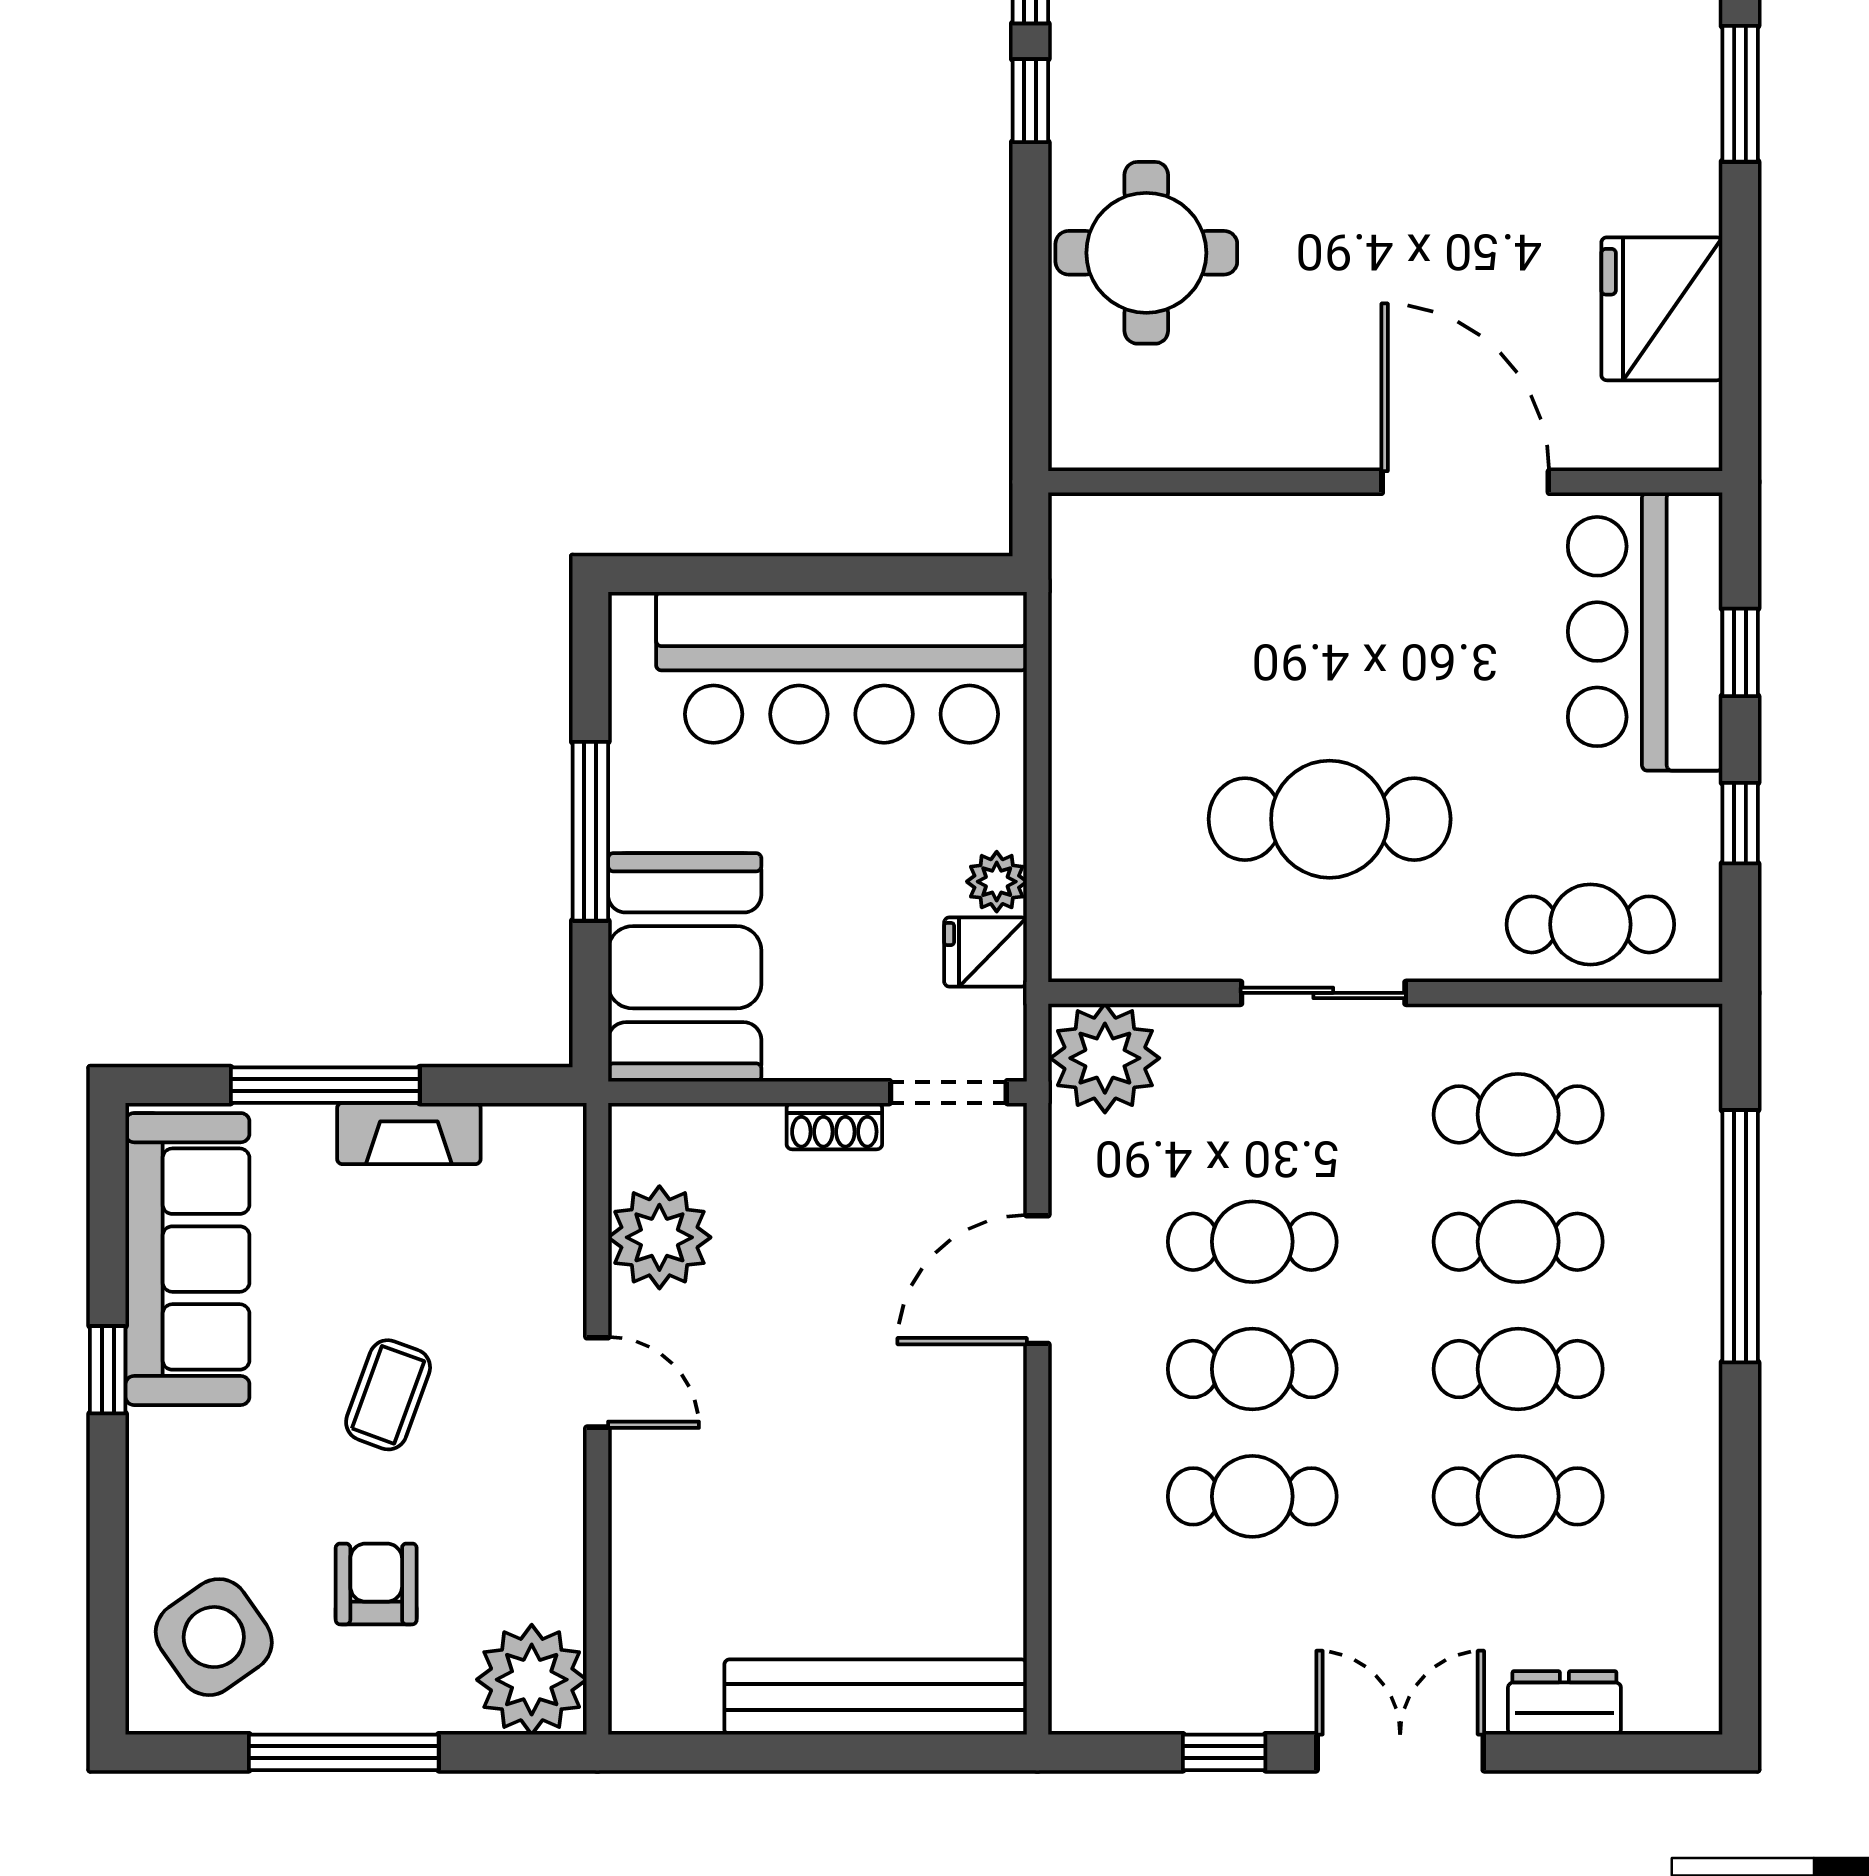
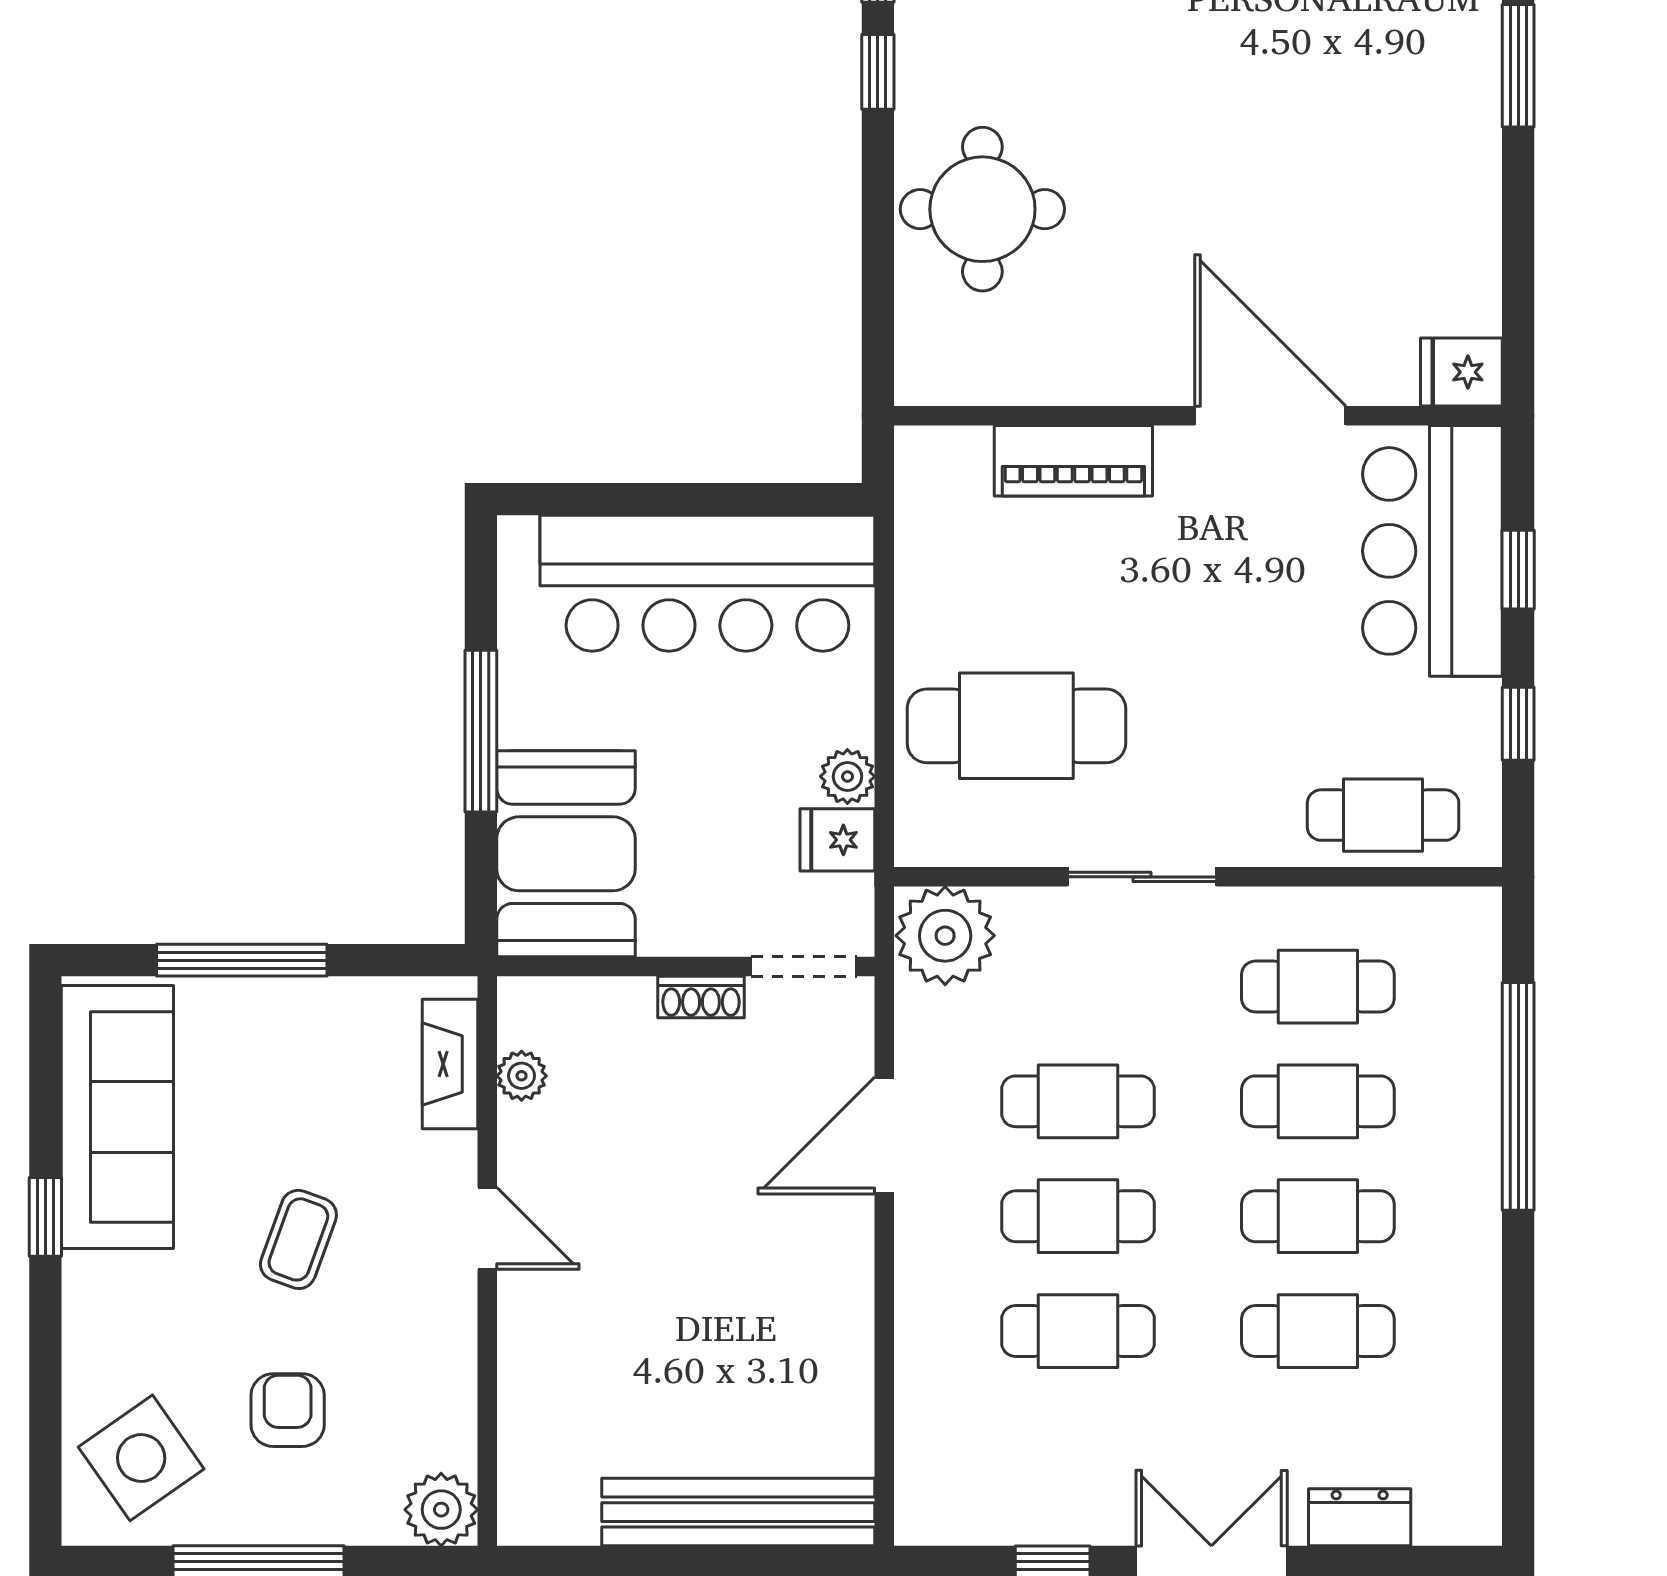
fridge: (1662, 309) -> (1461, 372), moved, width x0.53, depth x0.75
piano: (1247, 532) -> (1073, 461), added
cafe table: (1330, 819) -> (1016, 726), moved
fireplace: (409, 1134) -> (450, 1064), moved, turned 90
plant: (659, 1237) -> (522, 1076), width x0.53, depth x0.53
plant: (532, 1680) -> (441, 1510), width x0.73, depth x0.73

